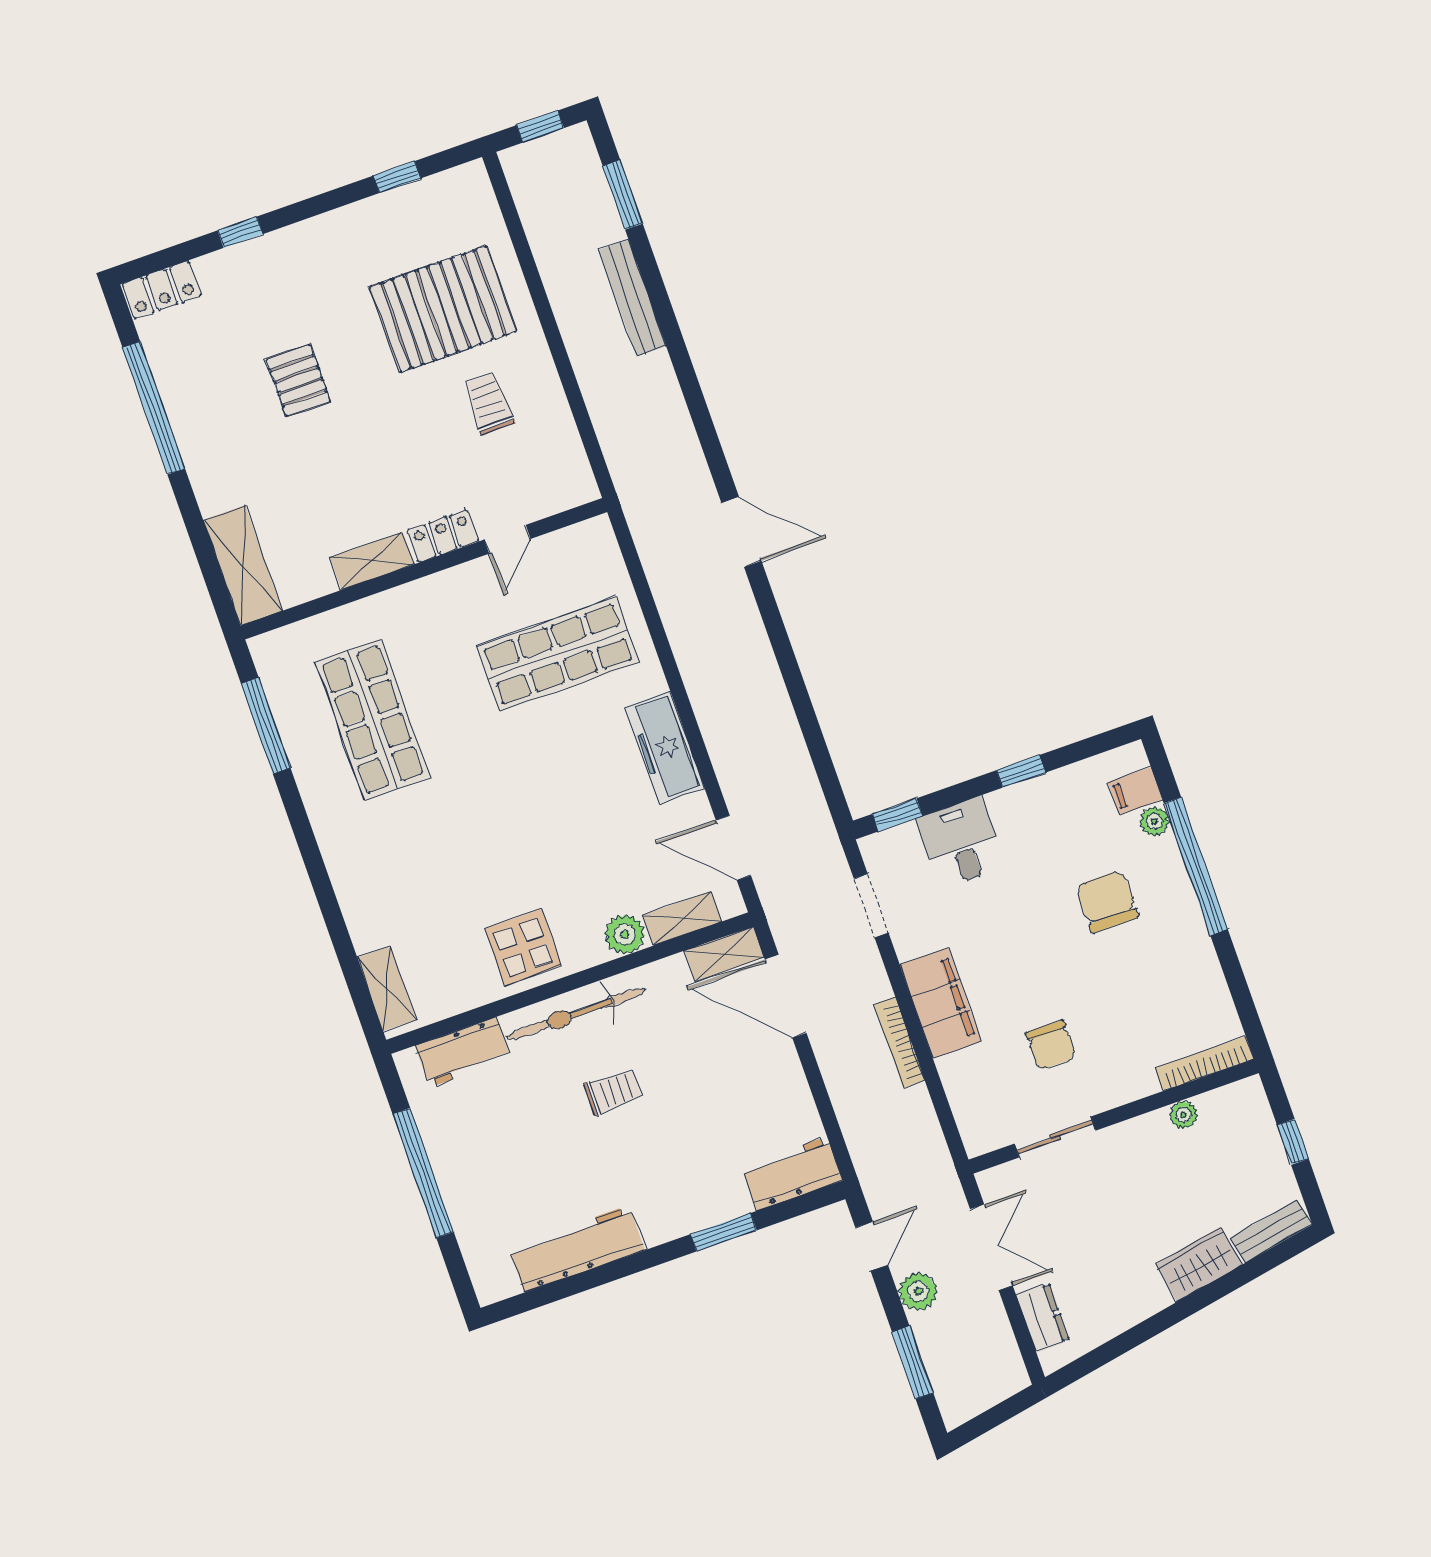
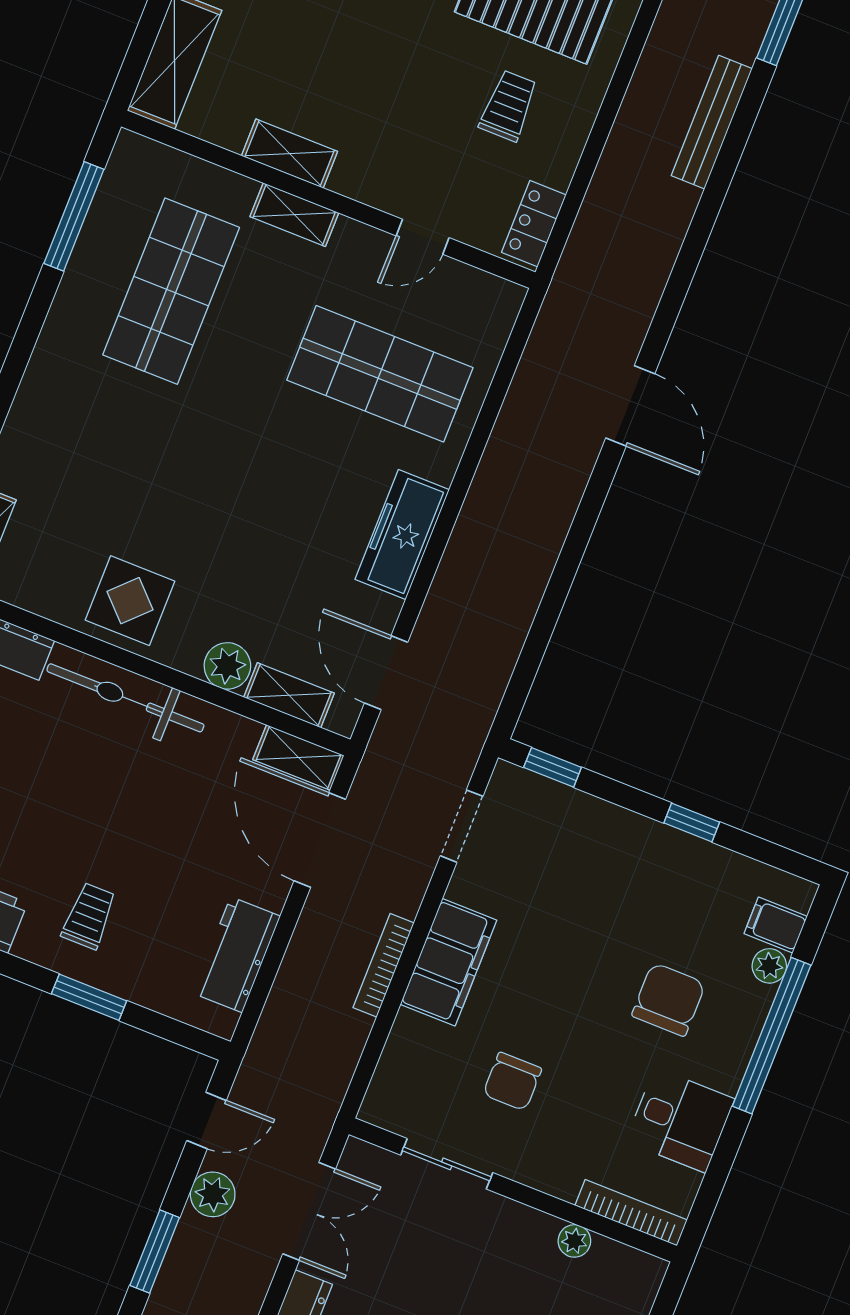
locker: (443, 536) -> (534, 224), moved, turned -90
shelving: (410, 598) -> (294, 215), added
desk: (961, 842) -> (680, 1120), moved, turned 90
trolley: (613, 1092) -> (89, 916), moved, turned -90
workbench: (792, 1173) -> (236, 955), moved, turned -90

